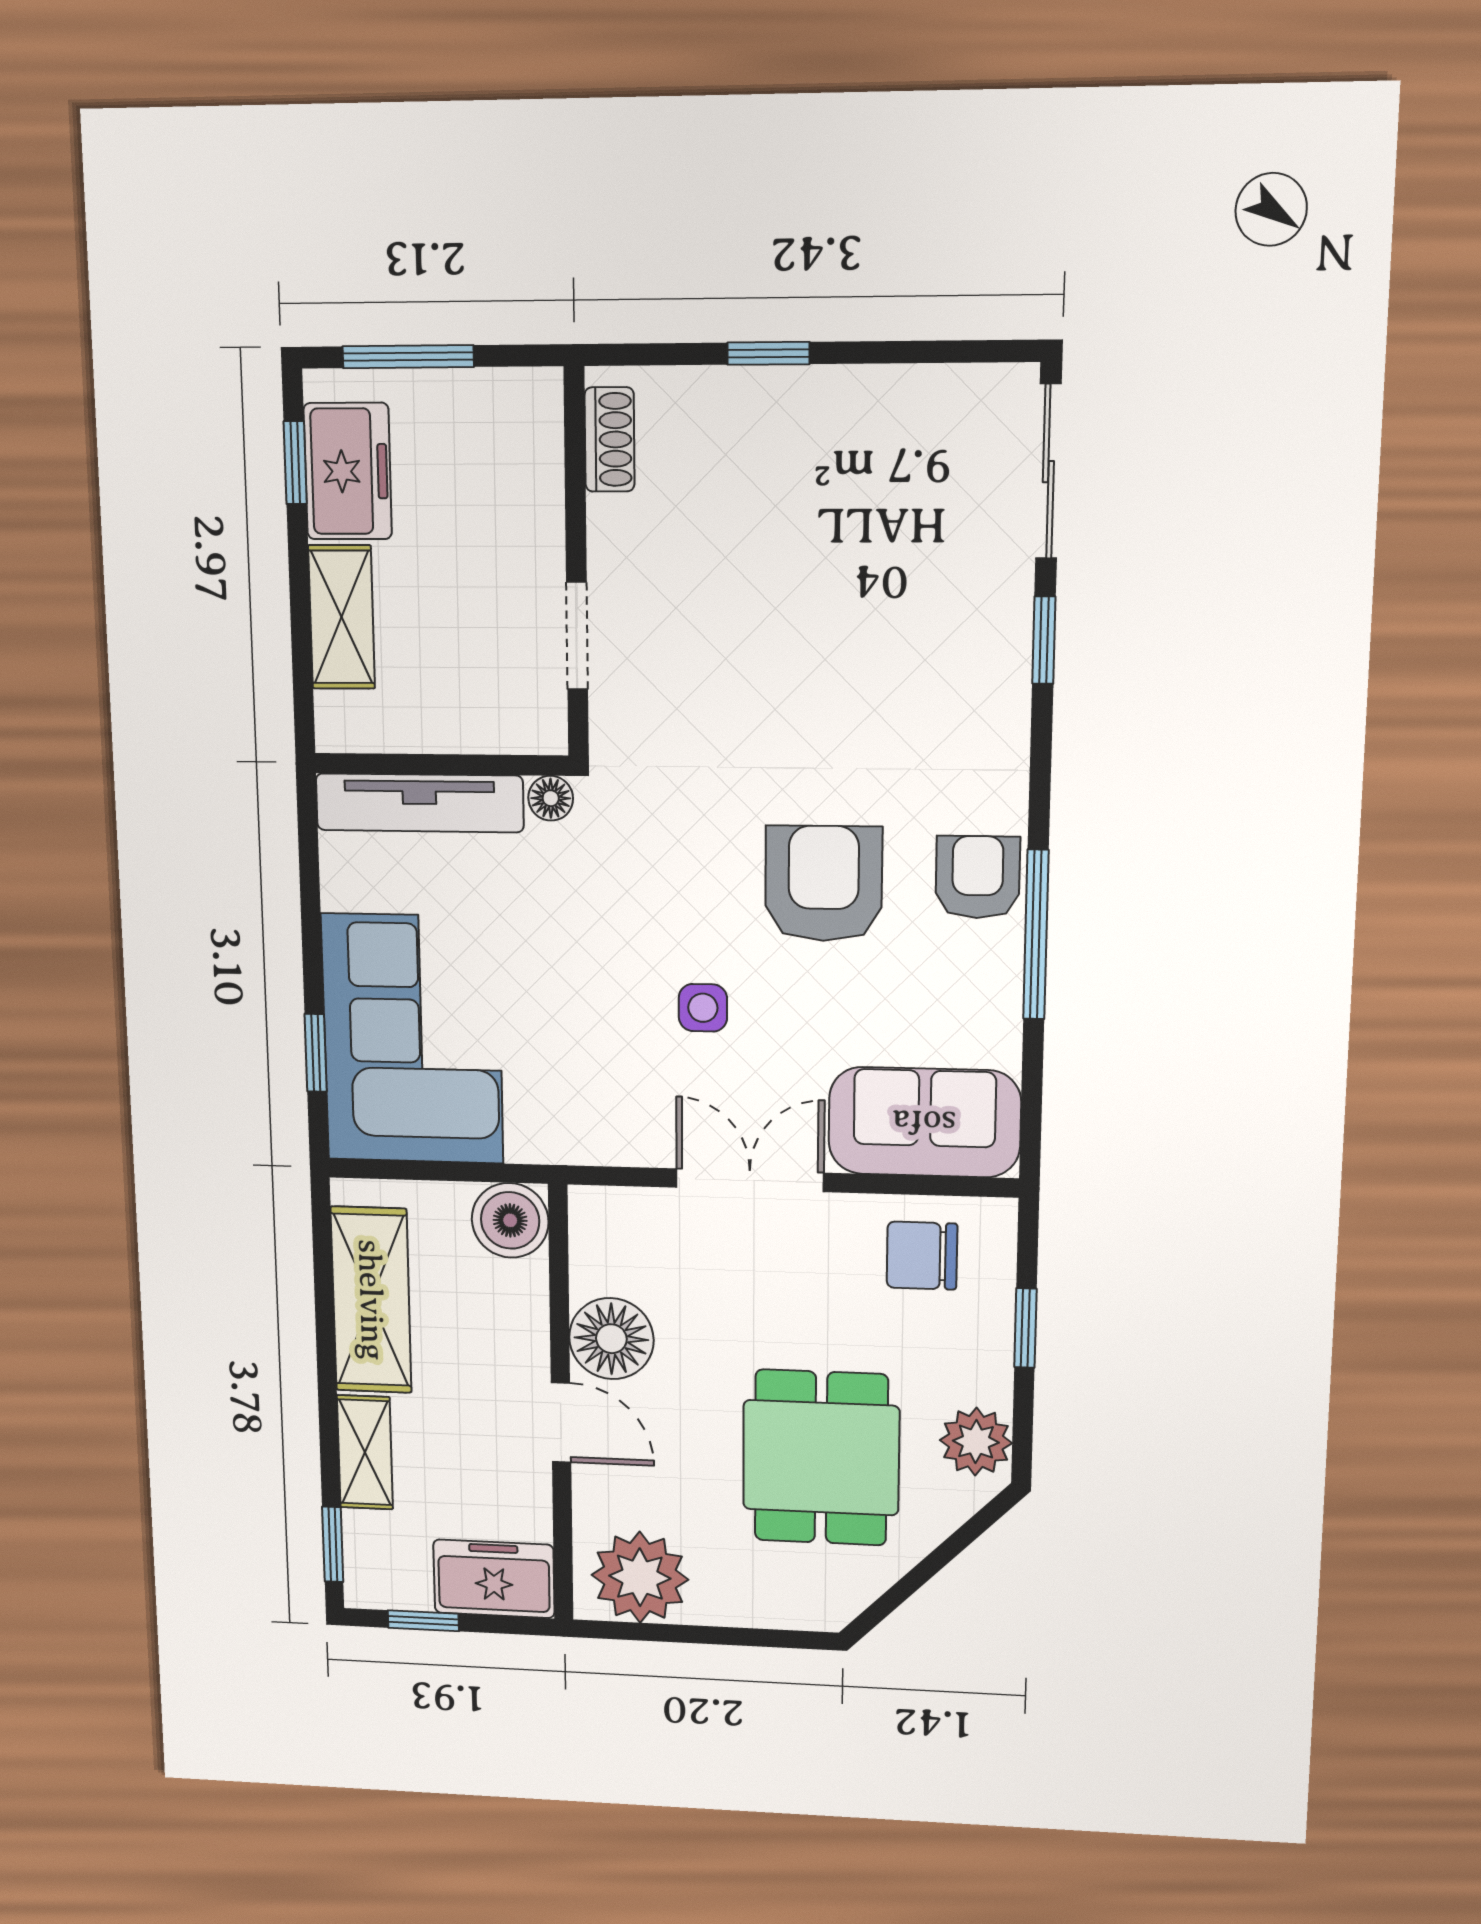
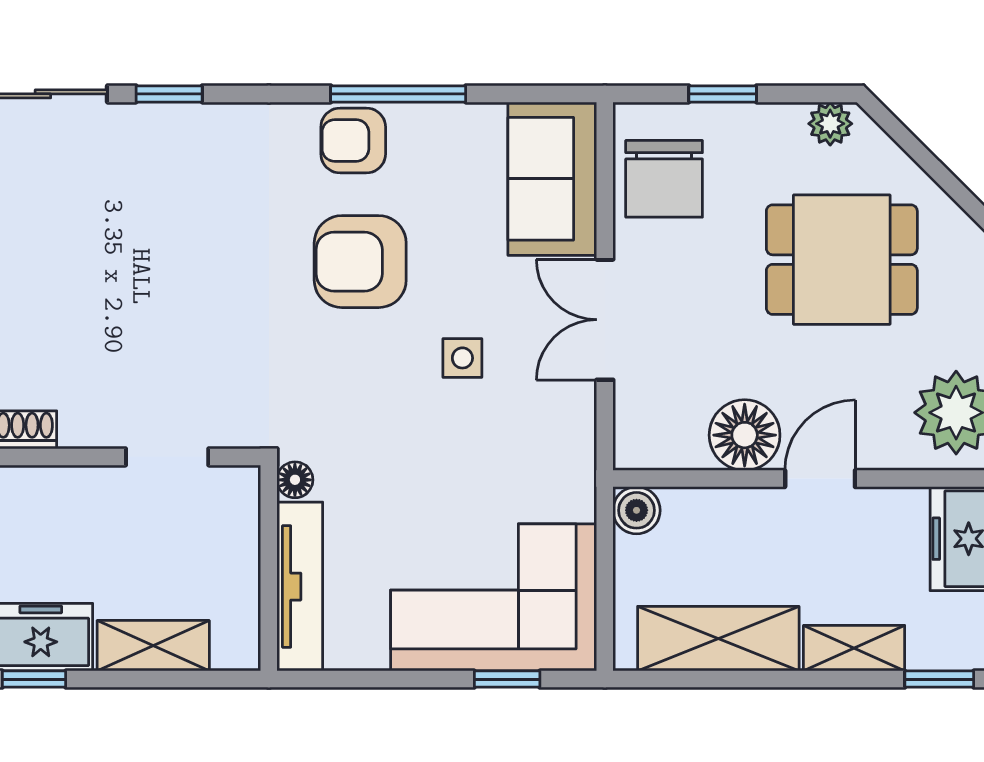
boiler: (510, 1220) -> (637, 510), width x0.73, depth x0.73
chair: (922, 1256) -> (664, 179), width x1.37, depth x1.37
plant: (976, 1442) -> (830, 124), width x0.73, depth x0.73

